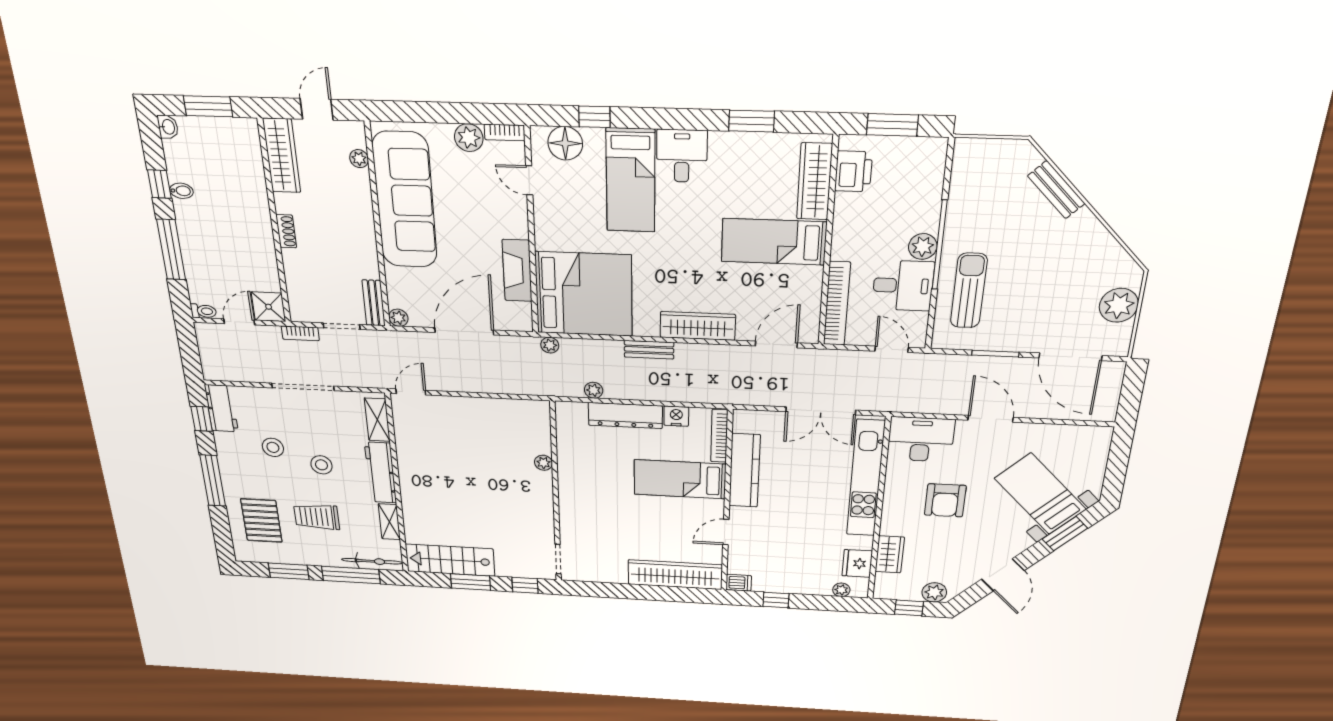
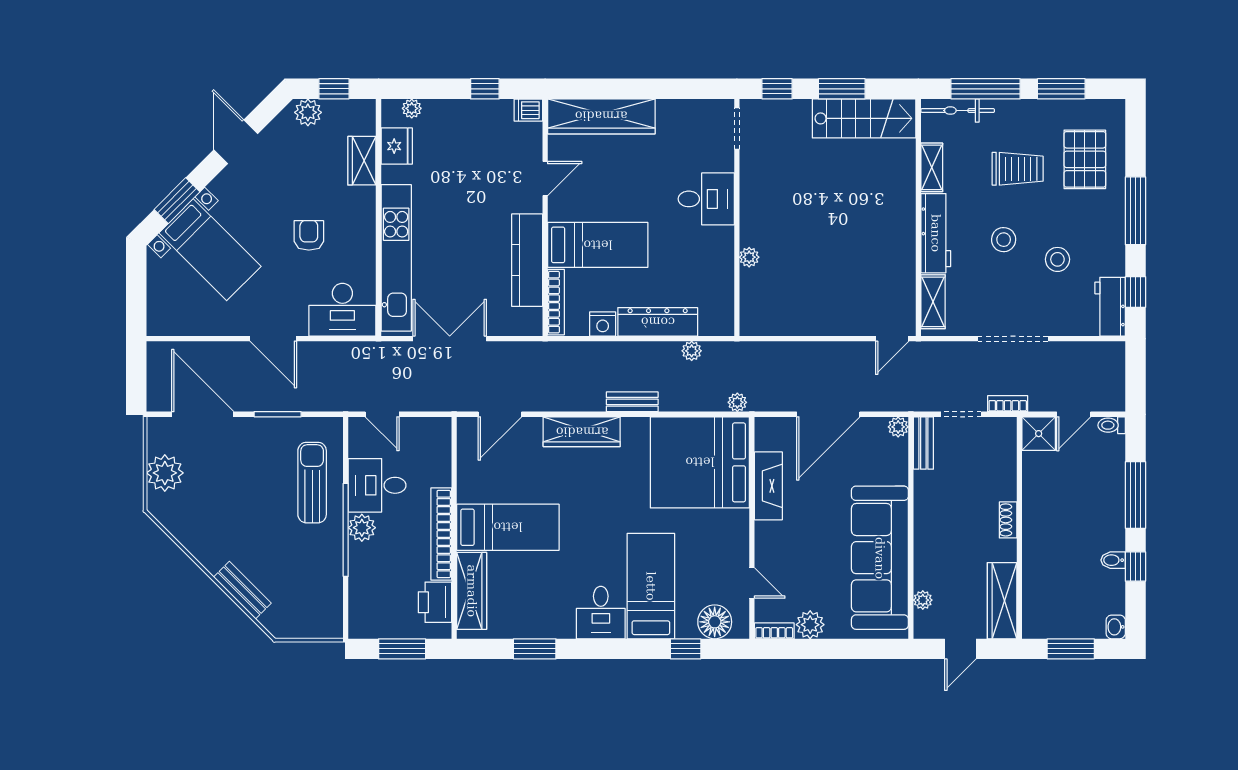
sun lounger: (969, 291) -> (312, 483), turned 180
bookcase: (837, 304) -> (441, 534), moved
armchair: (945, 500) -> (309, 235), width x0.72, depth x0.72
desk: (583, 509) -> (706, 199), added

